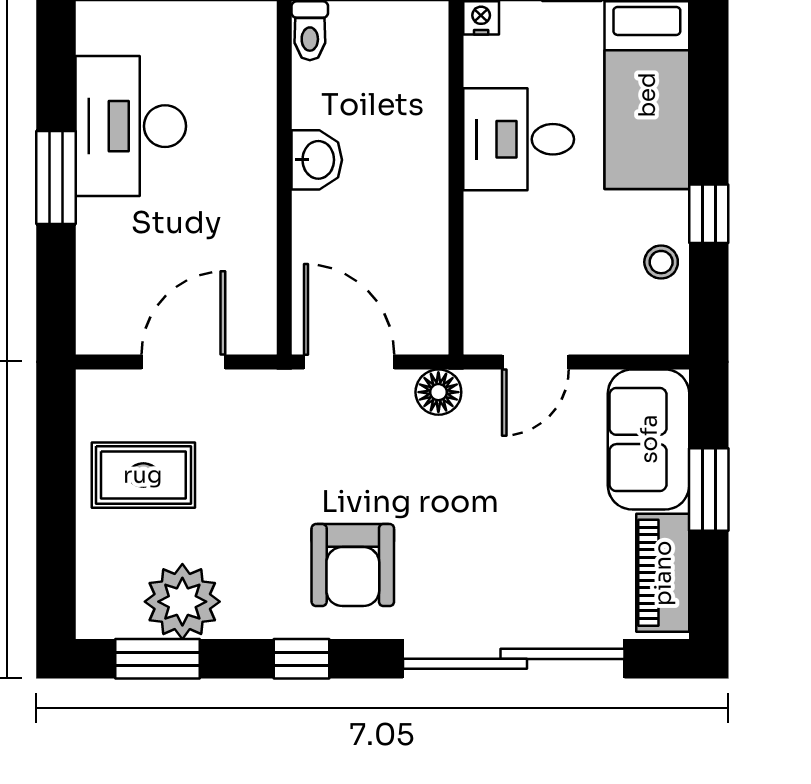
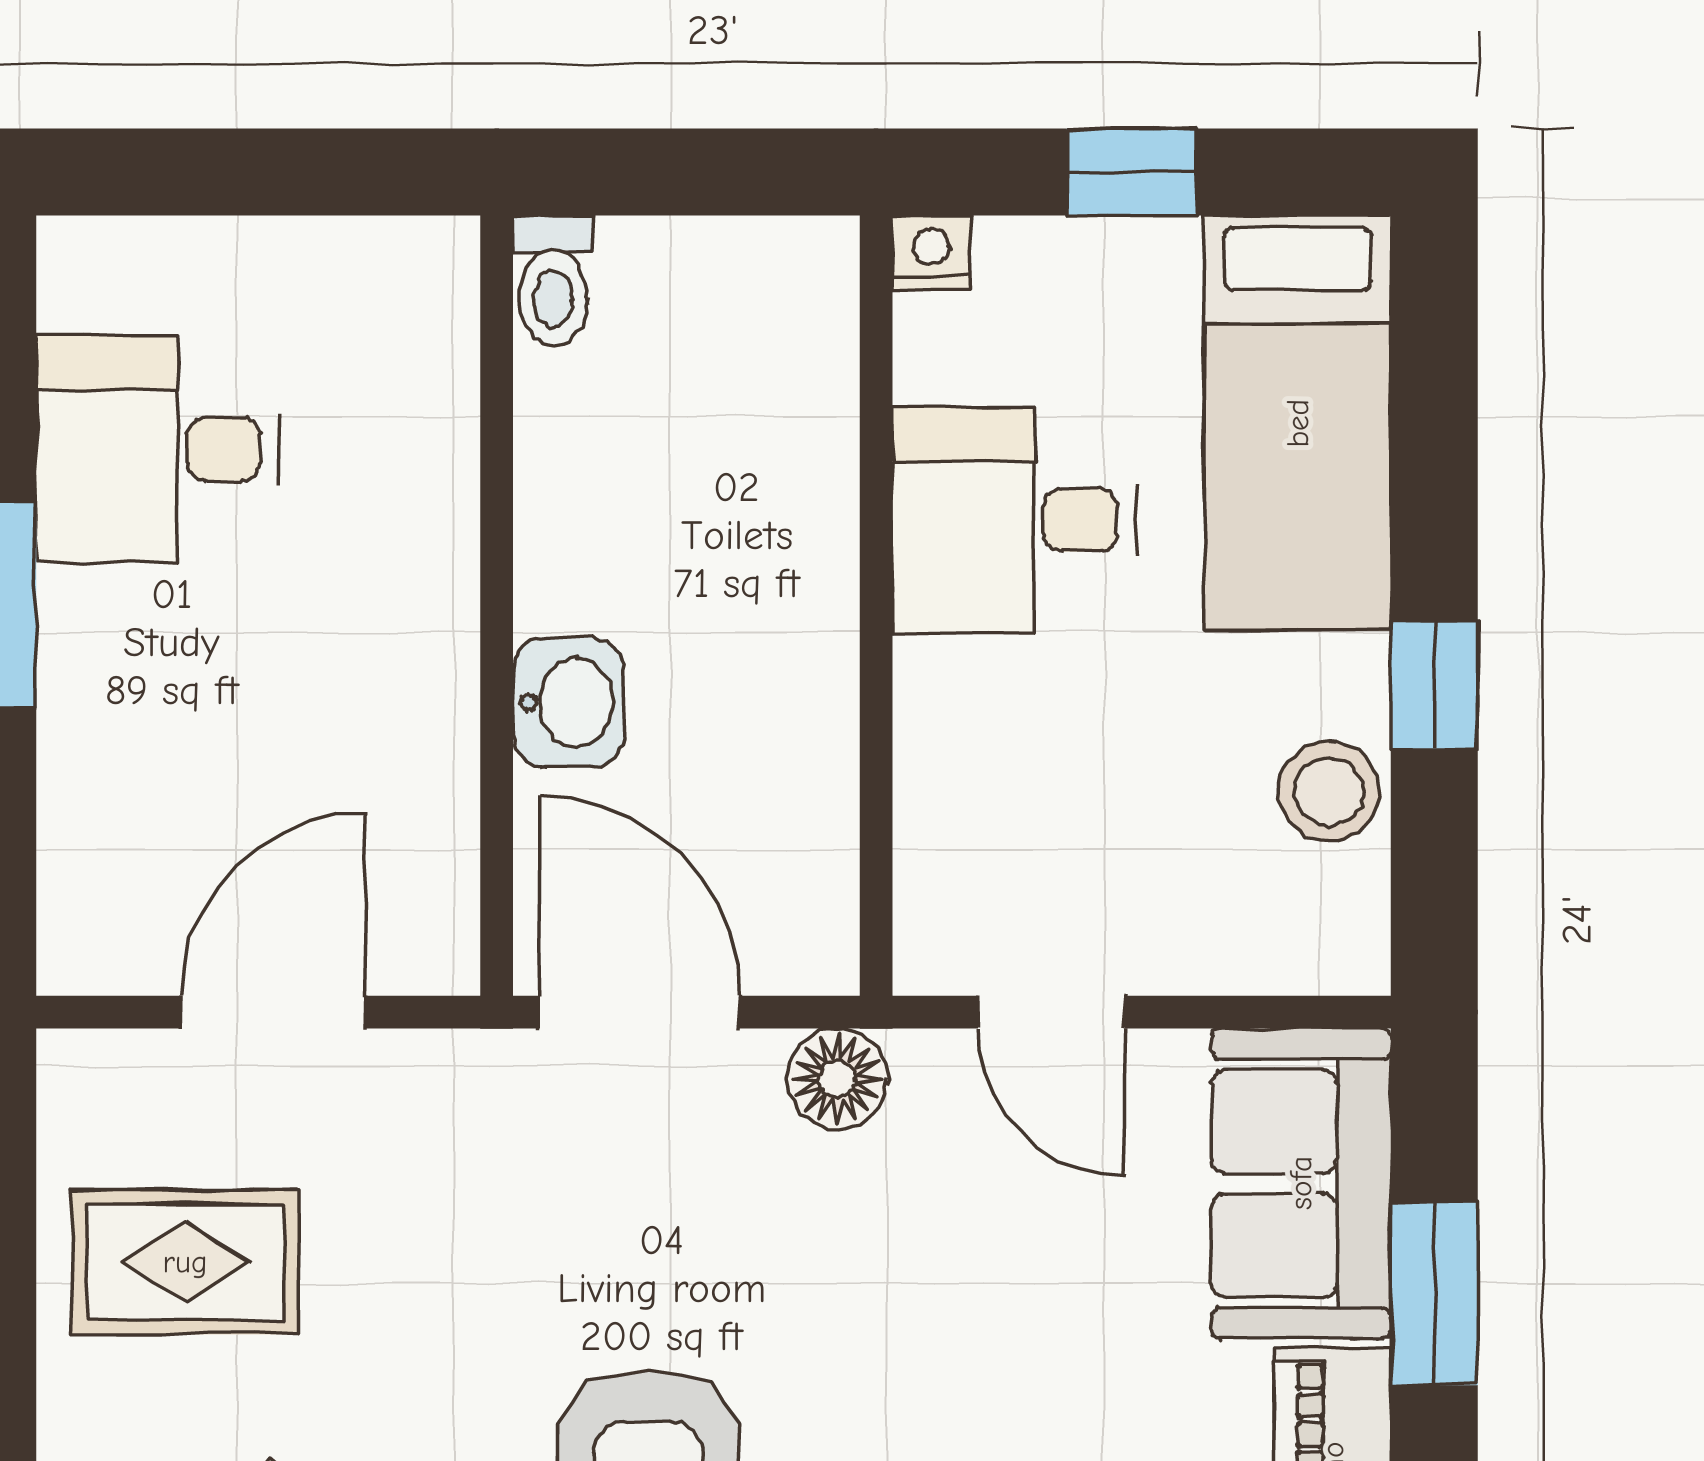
desk: (131, 126) -> (158, 449), width x0.73
washbasin: (317, 160) -> (568, 702), moved
stool: (661, 262) -> (1329, 791), width x1.37, depth x1.37
door: (535, 362) -> (1051, 1012), hinge flipped

